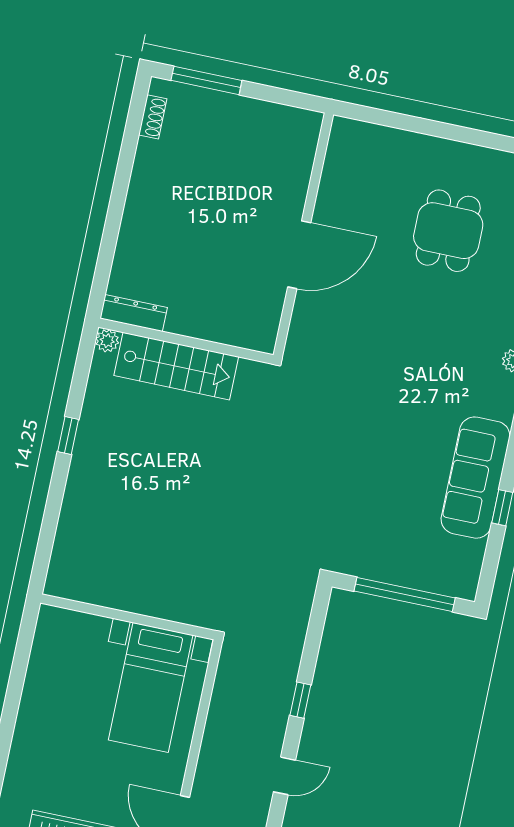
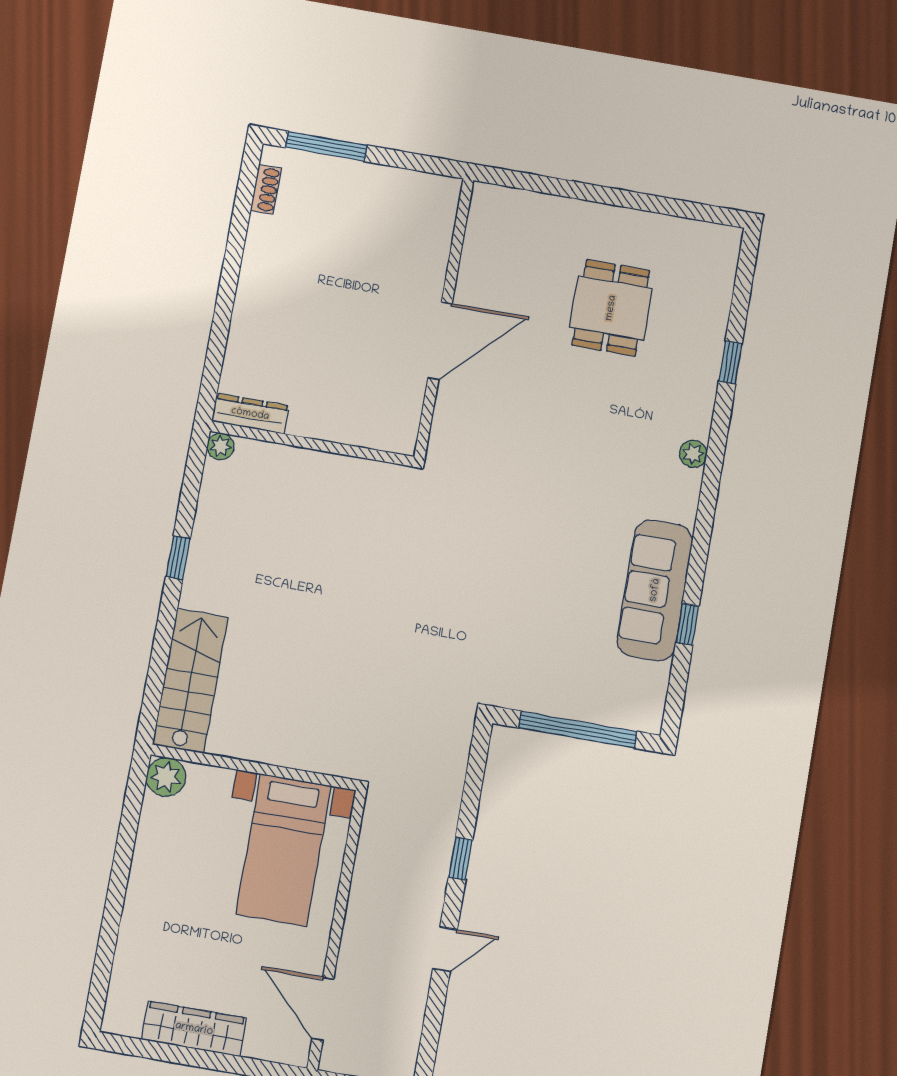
stairs: (176, 366) -> (190, 681), moved, turned -90
plant: (53, 622) -> (166, 777), added

